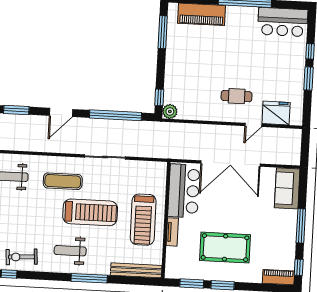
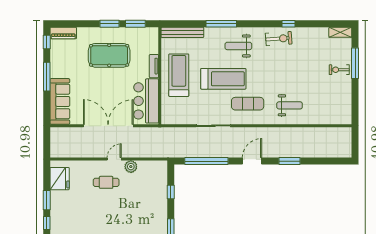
window: (159, 97) -> (171, 192), moved
plant: (170, 112) -> (131, 167), moved
fridge: (276, 113) -> (60, 179), moved, turned -90
door: (253, 125) -> (114, 159), moved
sofa: (287, 188) -> (60, 101), width x1.36
treadmill: (90, 212) -> (223, 79), turned 180
weight bench: (70, 251) -> (238, 46), turned 180

